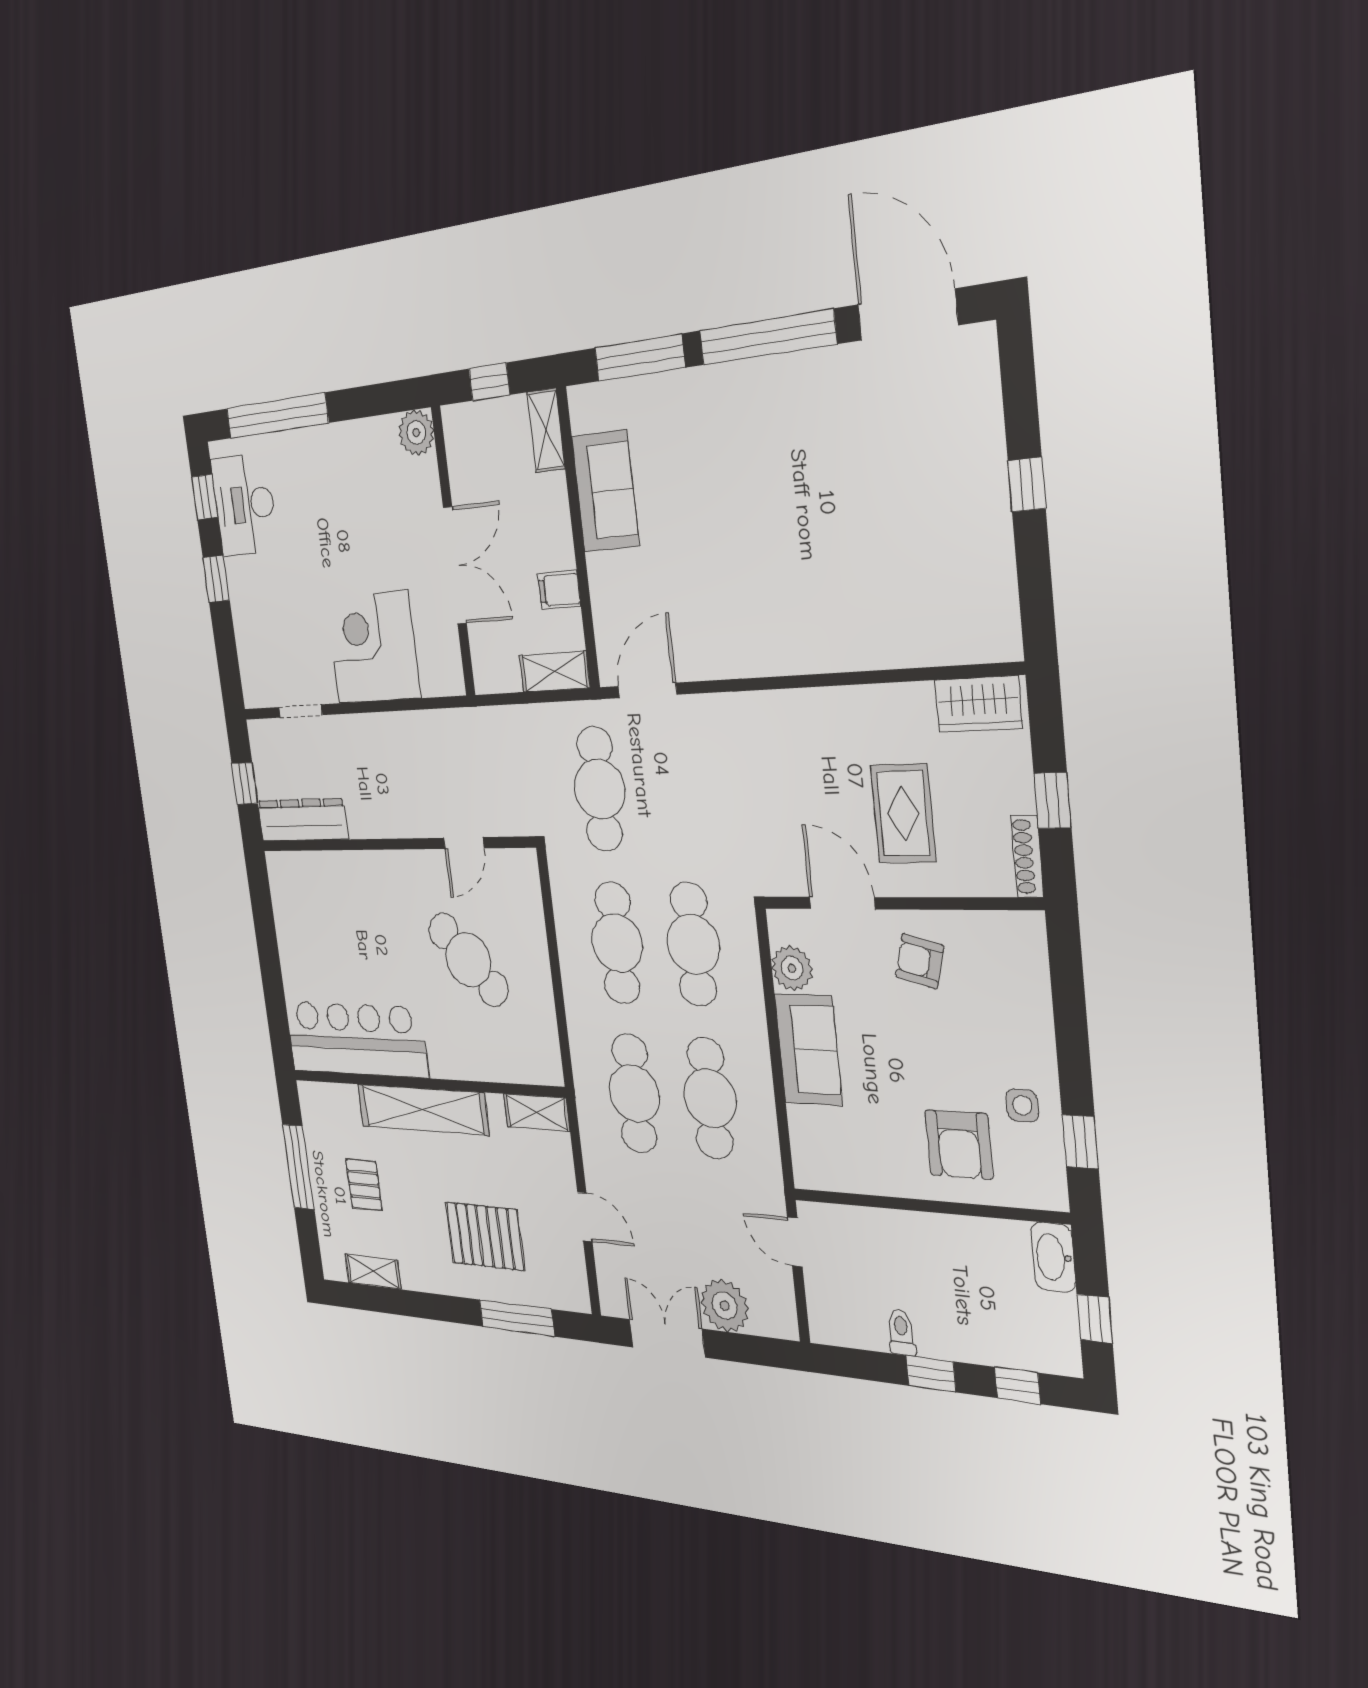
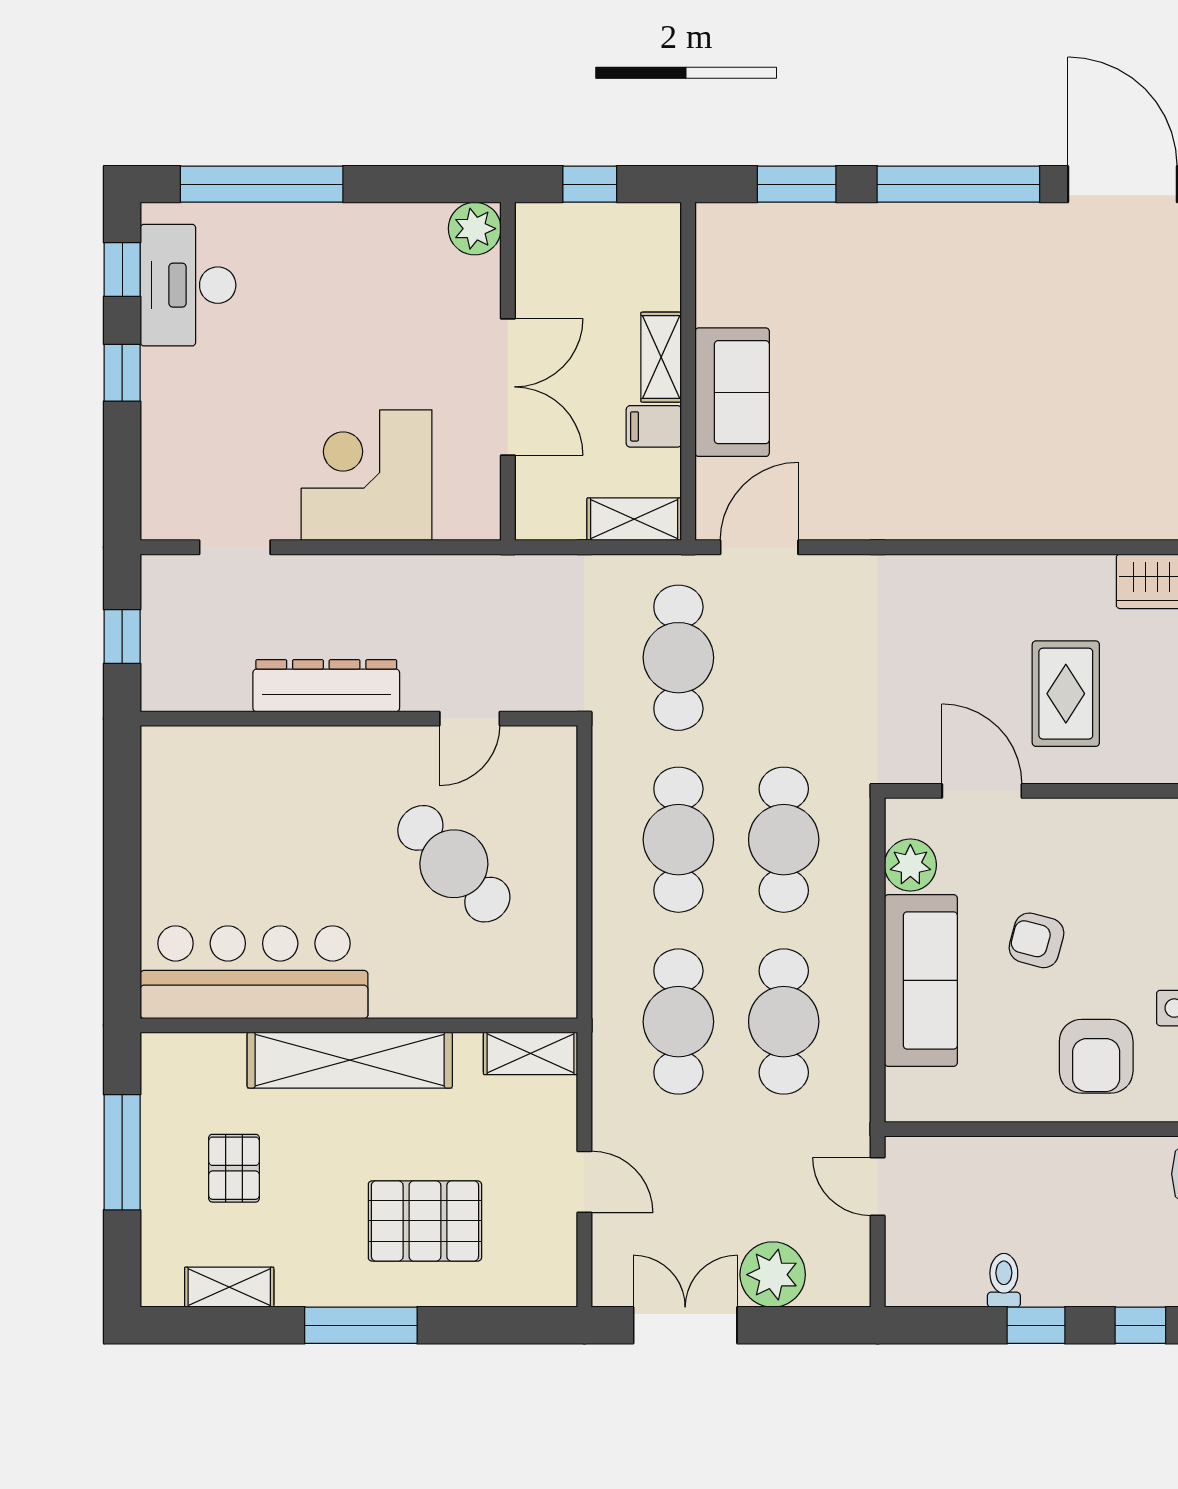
window: (640, 358) -> (797, 184), width x0.69
shelving: (546, 430) -> (661, 357), moved
sofa: (605, 491) -> (732, 392), moved
dresser: (303, 820) -> (326, 686), moved
armchair: (920, 961) -> (1036, 940), moved
sofa: (808, 1049) -> (921, 980), width x1.36
window: (517, 1318) -> (361, 1325), moved

